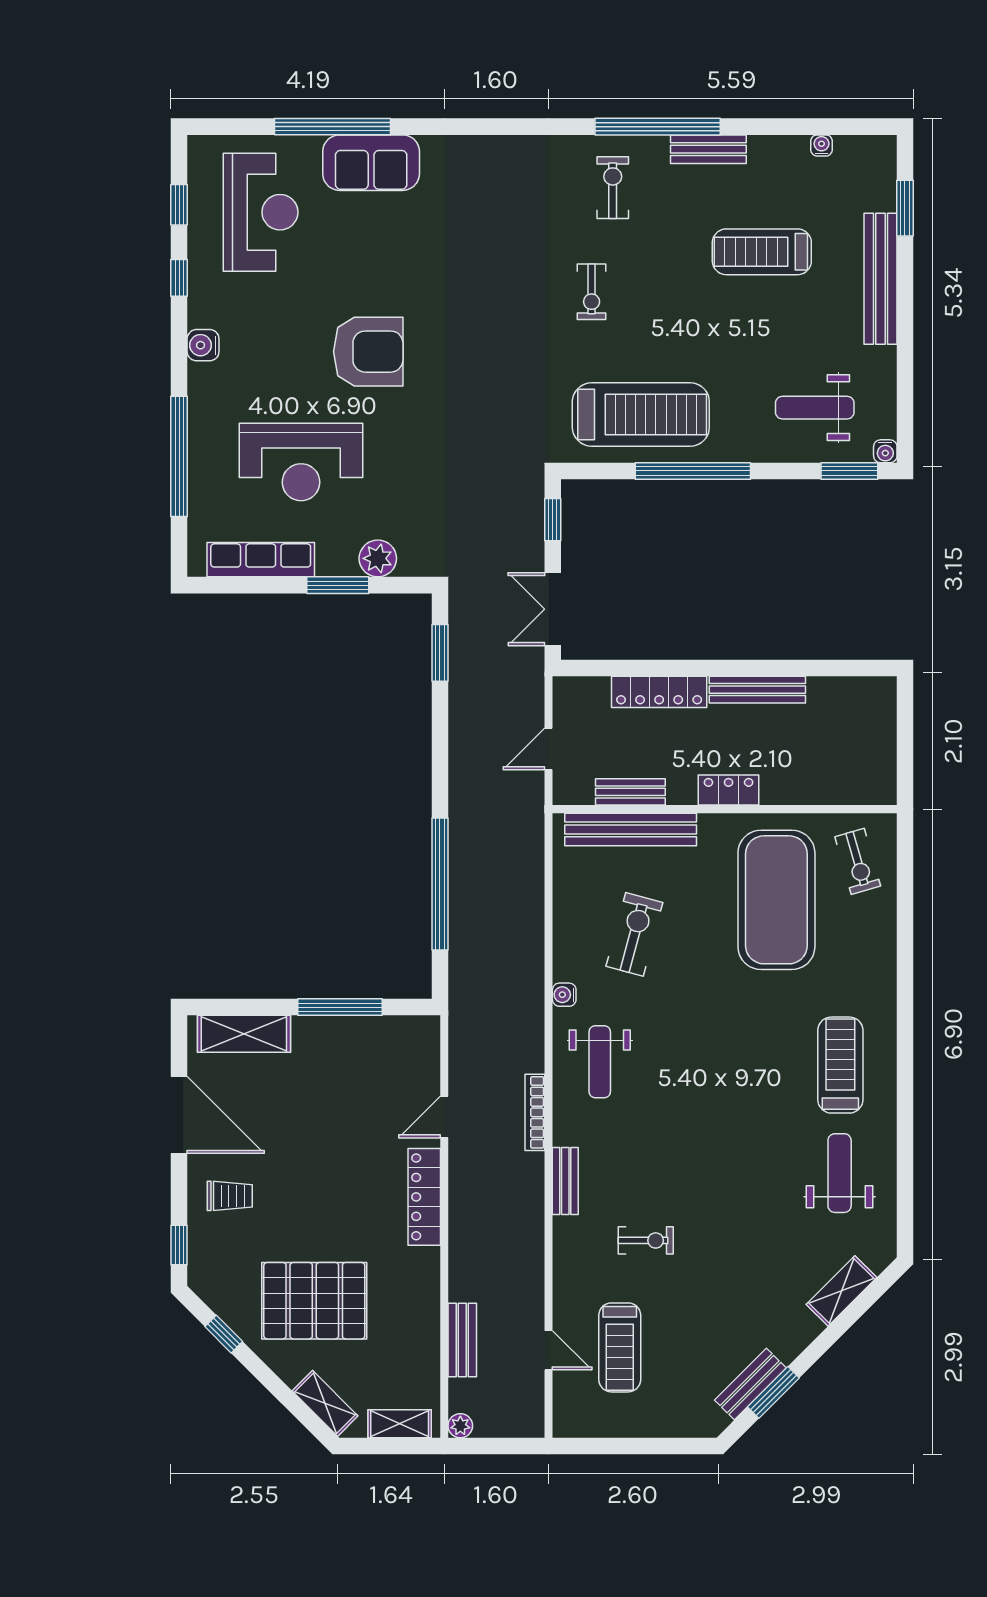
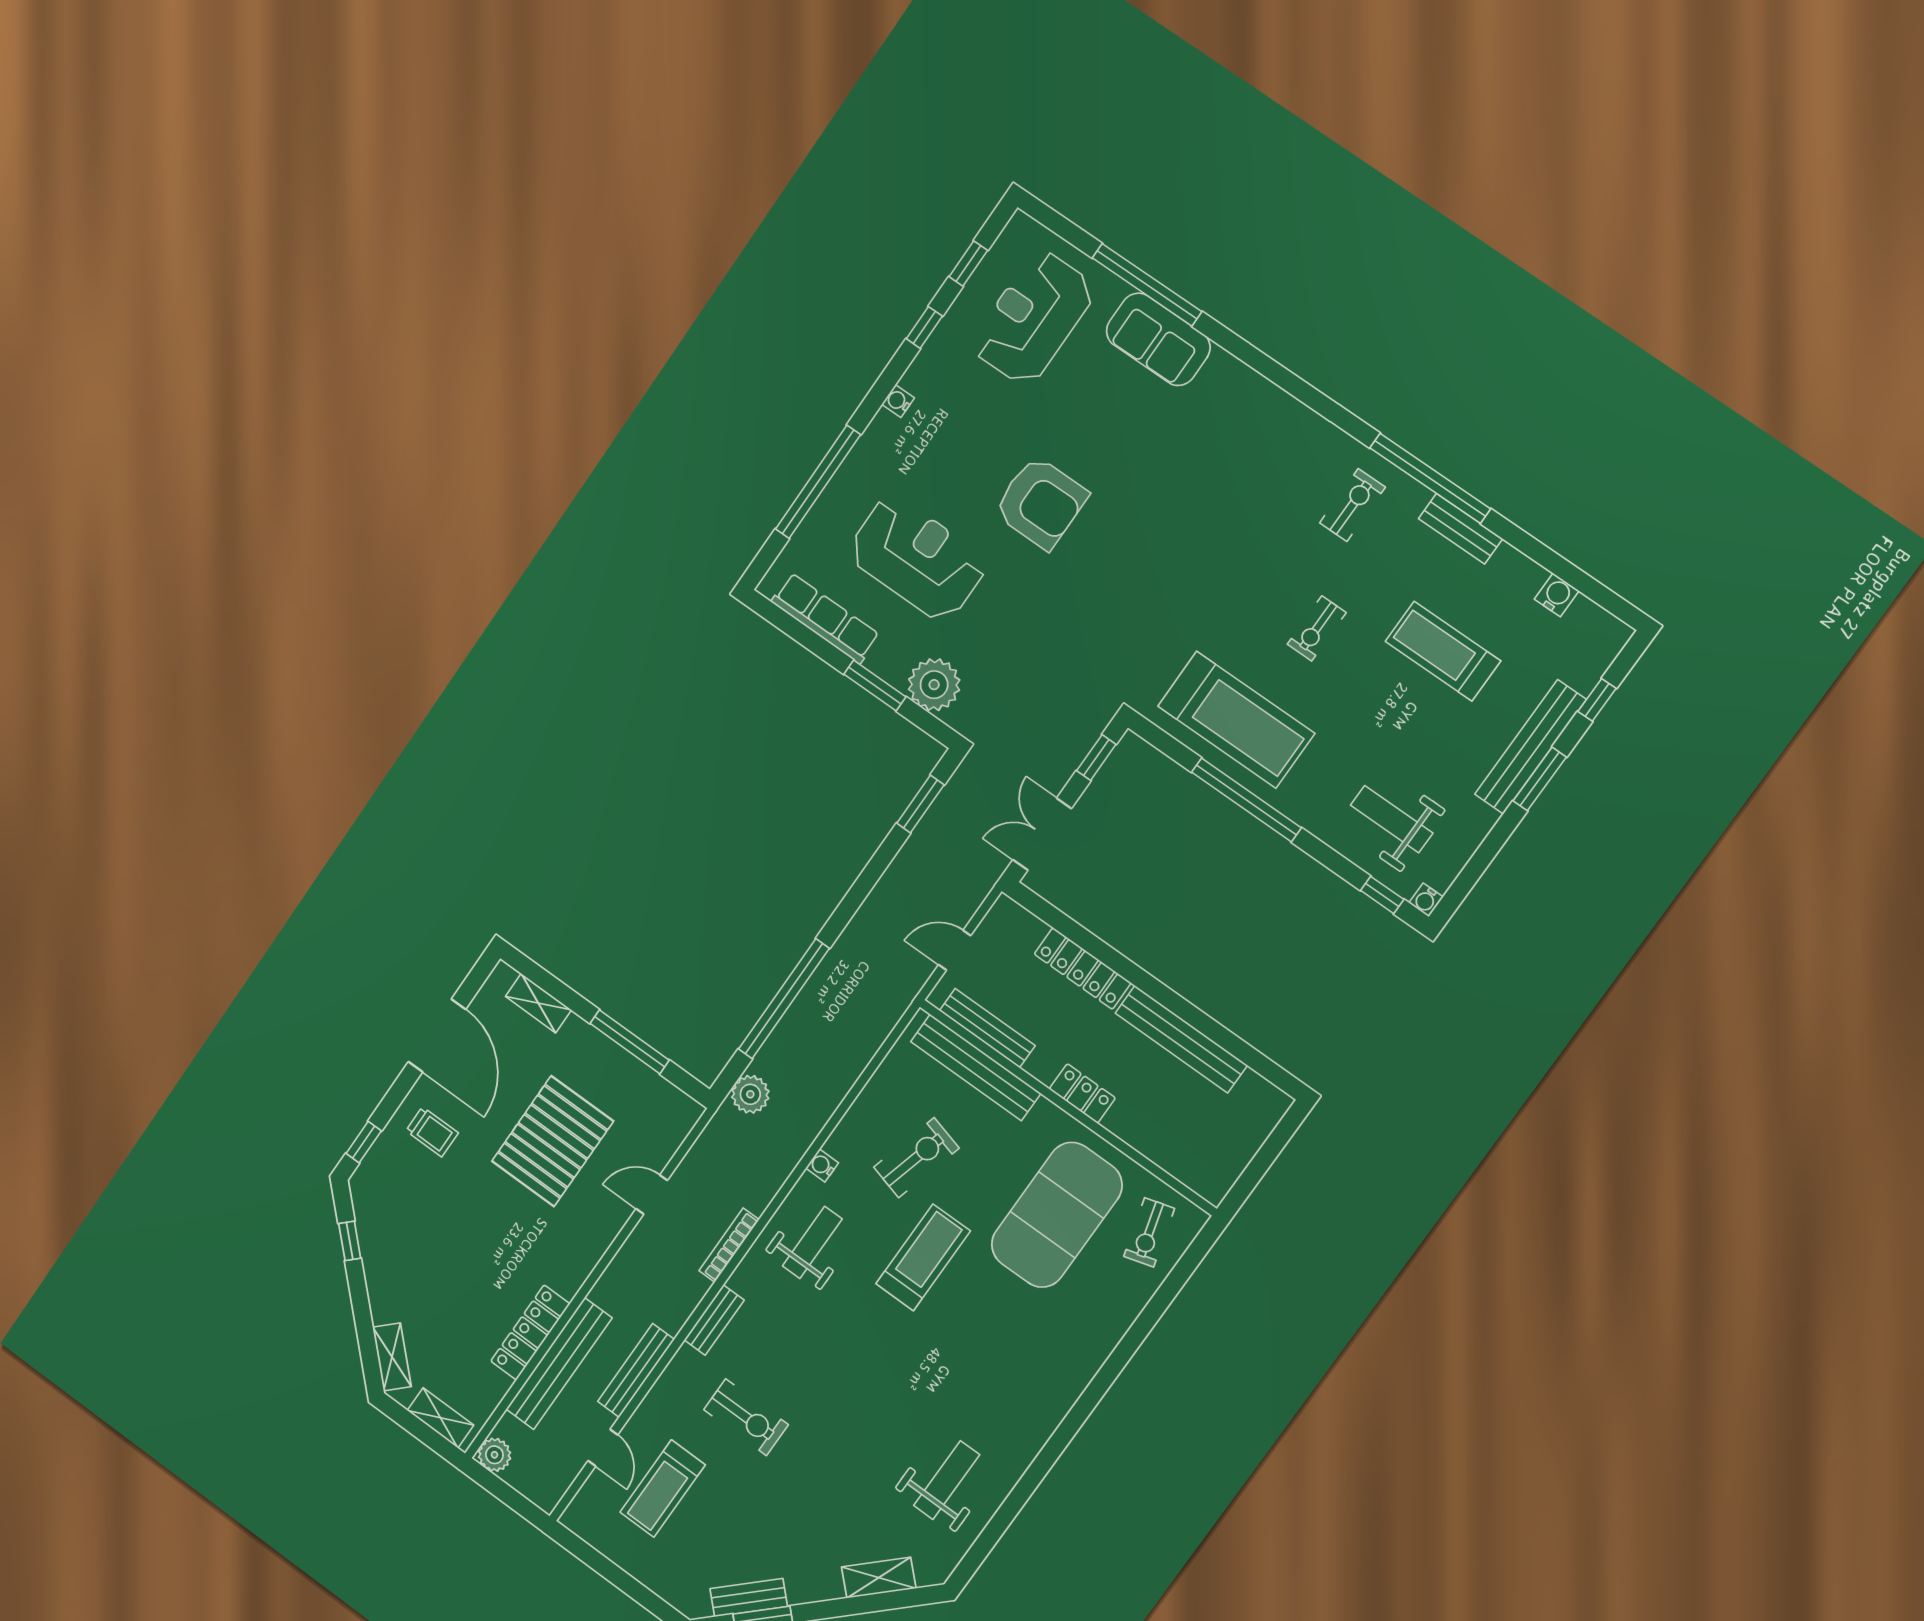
water cooler: (822, 145) -> (1557, 595), width x1.38, depth x1.38
window: (905, 208) -> (1597, 700), width x0.67
reception desk: (261, 212) -> (1033, 318), turned 180
exercise bike: (592, 292) -> (1317, 628), moved
window: (905, 298) -> (1540, 779), added
water cooler: (203, 345) -> (898, 401), width x0.72, depth x0.72
reception desk: (301, 462) -> (917, 558), turned 180
window: (849, 471) -> (1382, 895), width x0.67
plant: (378, 558) -> (934, 685), width x1.36, depth x1.36
bench: (757, 690) -> (1181, 1039), width x1.37, depth x1.21
bench: (630, 792) -> (987, 1028), width x1.36
plant: (467, 979) -> (750, 1094), added
shelving: (244, 1034) -> (538, 1003), width x0.67, depth x0.75
weight bench: (600, 1062) -> (812, 1242), turned 180
treadmill: (840, 1065) -> (923, 1257), moved
locker: (424, 1197) -> (530, 1333), moved
exercise bike: (646, 1240) -> (746, 1417), width x1.38, depth x1.39
bench: (531, 1268) -> (636, 1370), added
pallet: (314, 1301) -> (553, 1141), moved, turned 90
bench: (462, 1340) -> (559, 1364), width x1.86, depth x1.21
plant: (460, 1426) -> (494, 1455), width x1.38, depth x1.38

